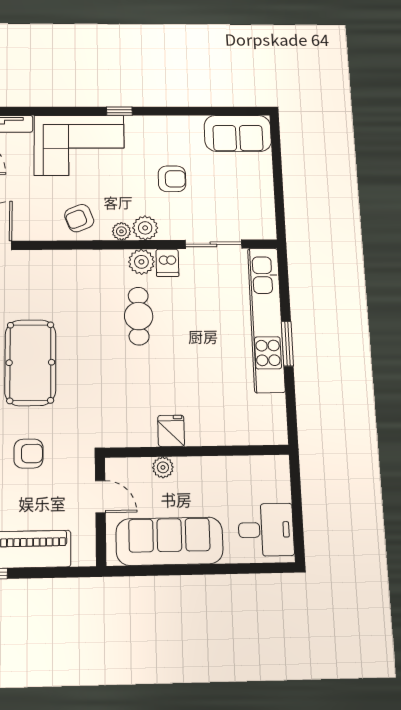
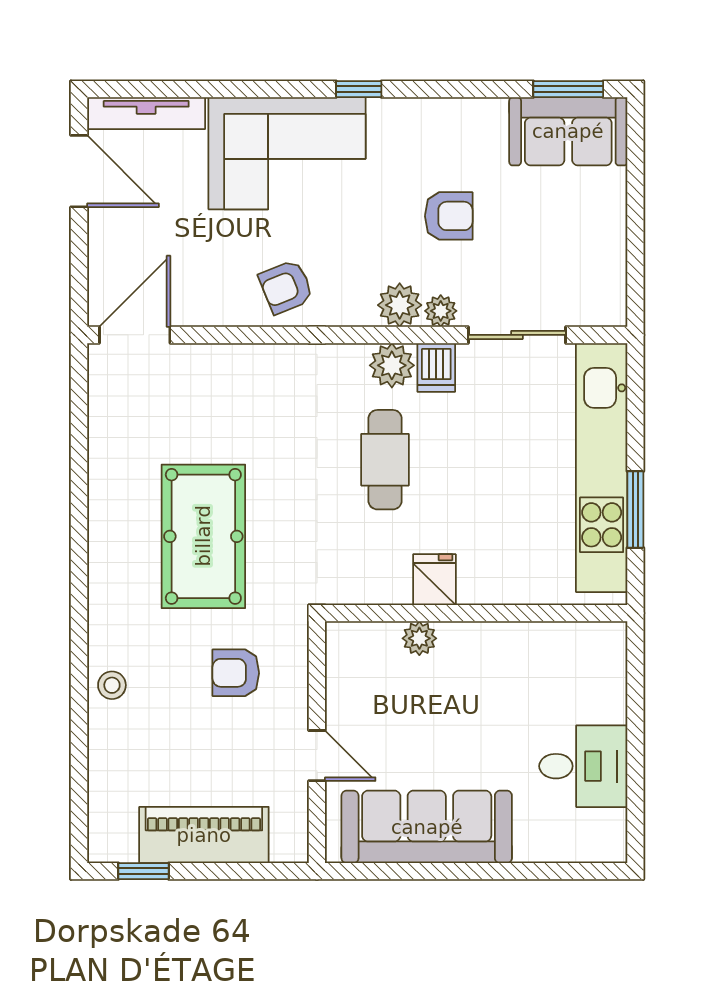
window: (237, 111) -> (568, 89), added
plant: (121, 231) -> (441, 311), moved
fridge: (171, 431) -> (434, 580), moved
wall: (197, 451) -> (476, 613), moved
armchair: (28, 454) -> (236, 673), moved, turned 180
plant: (163, 467) -> (419, 638), moved
desk: (266, 530) -> (583, 766), moved

